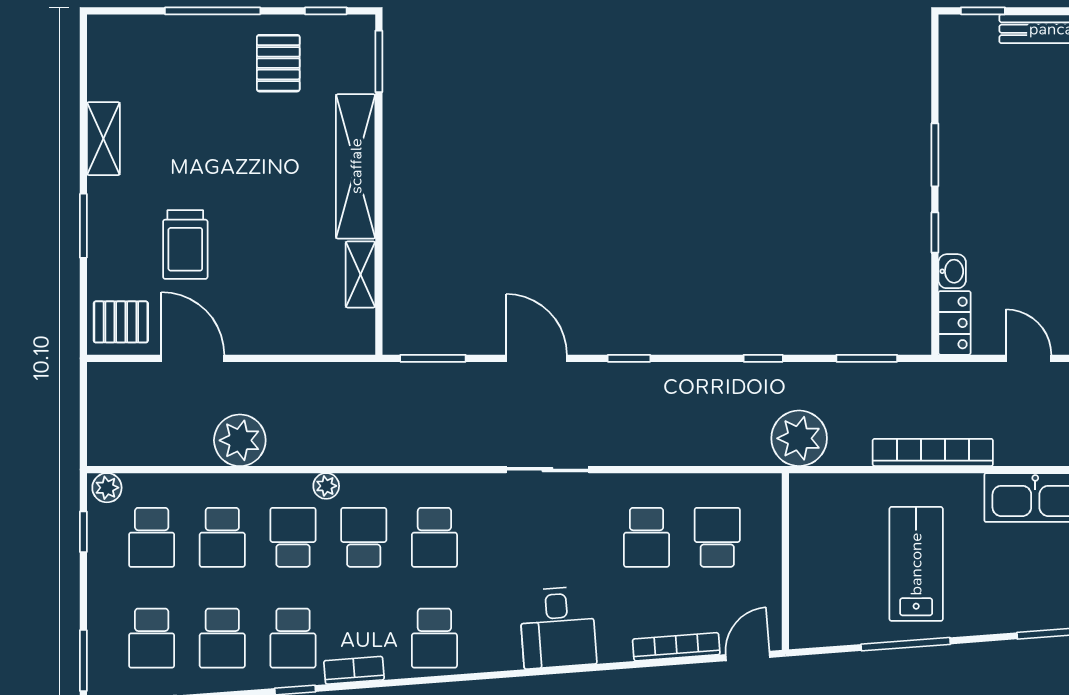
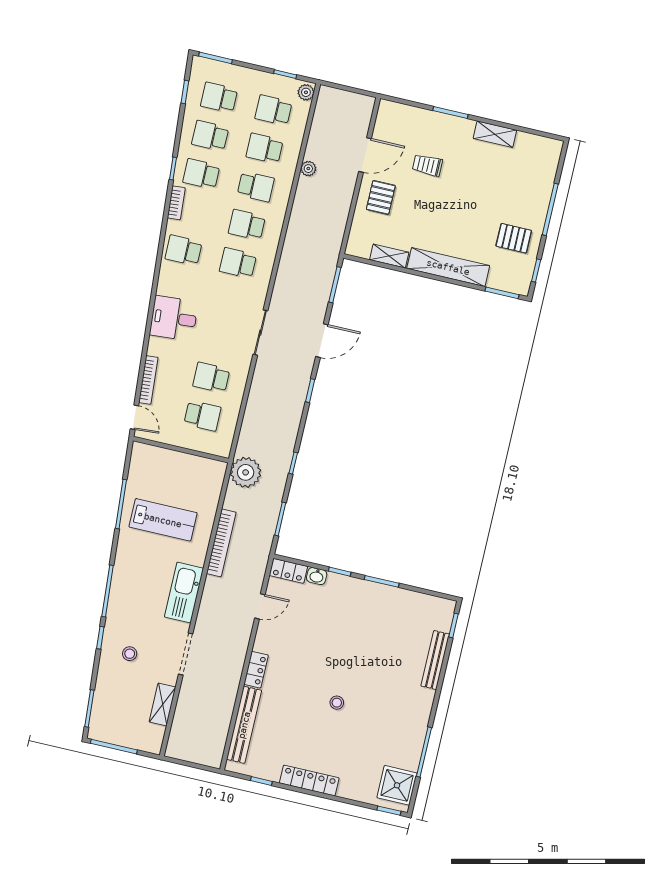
trolley: (185, 244) -> (427, 165), width x0.73, depth x0.72
pallet: (121, 322) -> (381, 197), moved
plant: (240, 440) -> (308, 169), width x0.53, depth x0.53
plant: (326, 486) -> (279, 211), removed
school desk: (364, 537) -> (247, 225), turned 180

